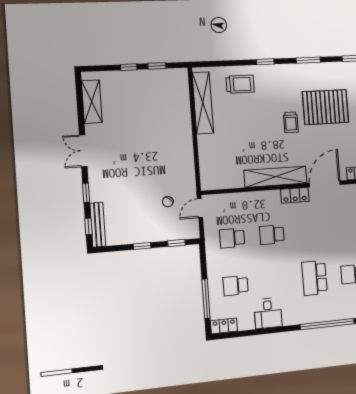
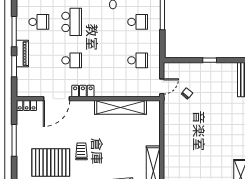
shelving: (276, 177) -> (120, 107), moved
school desk: (272, 235) -> (72, 60), moved
window: (176, 243) -> (183, 60), removed

